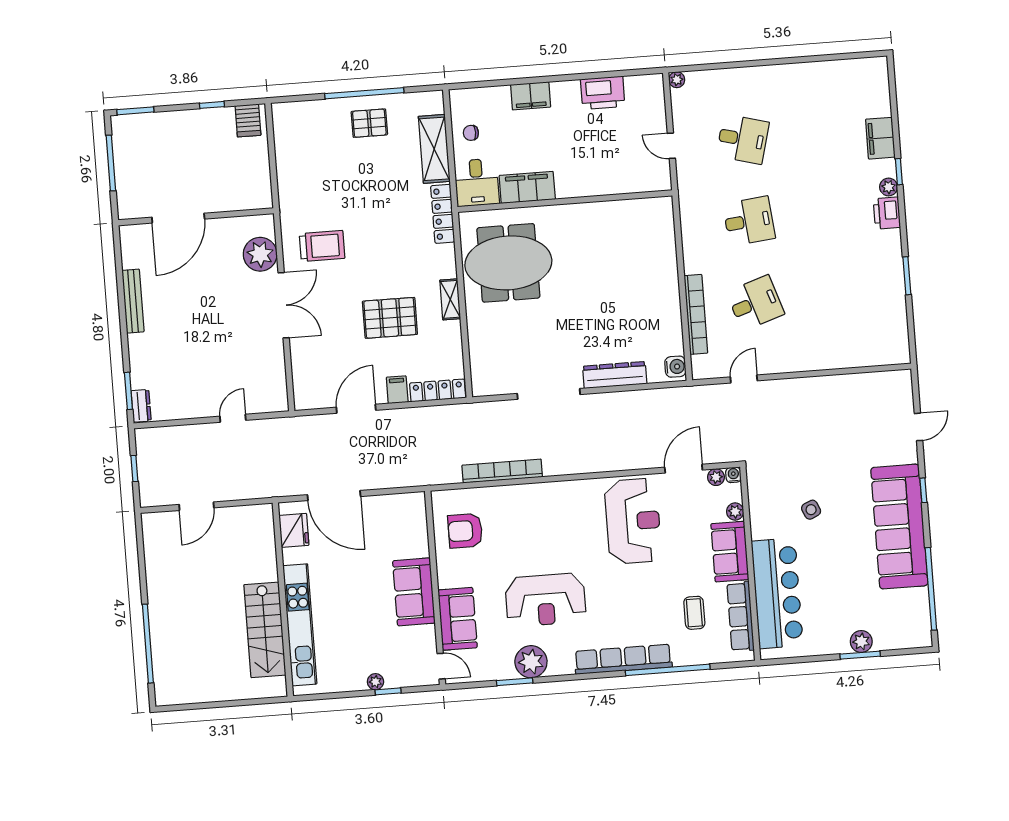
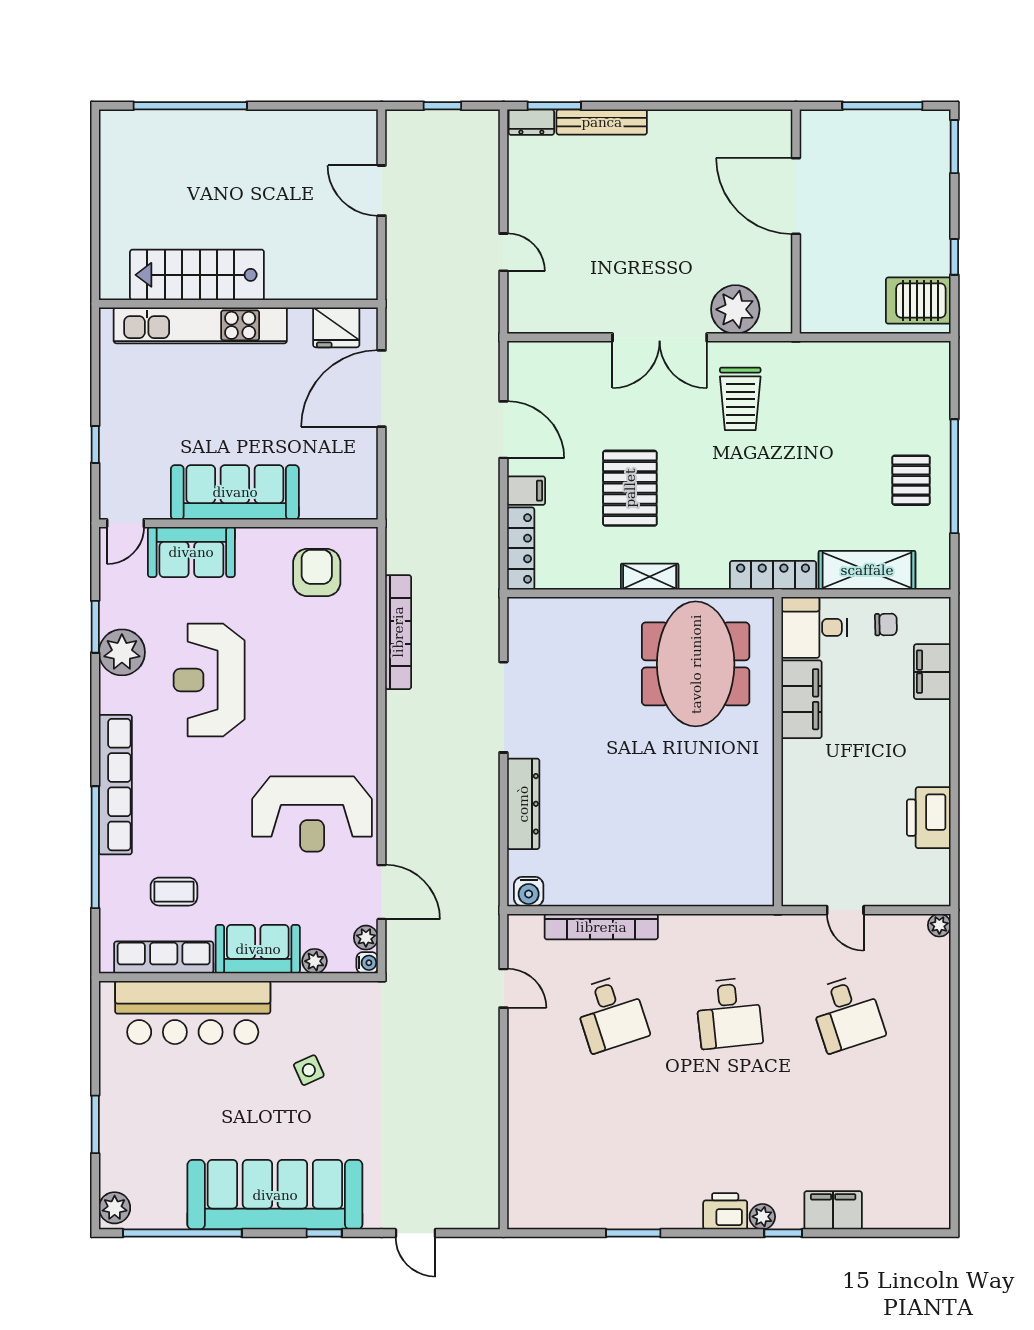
filing cabinet: (531, 96) -> (932, 672), moved
server rack: (248, 120) -> (918, 301), width x1.36, depth x1.44
chair: (471, 133) -> (886, 625), turned 89
desk: (743, 139) -> (847, 1013), turned -33
door: (671, 146) -> (845, 910), swing flipped
bench: (133, 301) -> (602, 122), moved
sofa: (414, 592) -> (235, 492), width x1.36
plant: (861, 641) -> (115, 1208), moved
plant: (375, 682) -> (110, 427), removed

